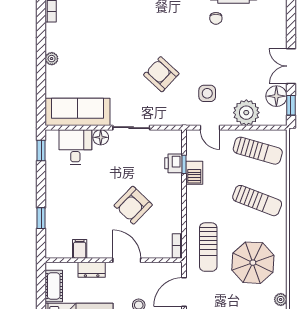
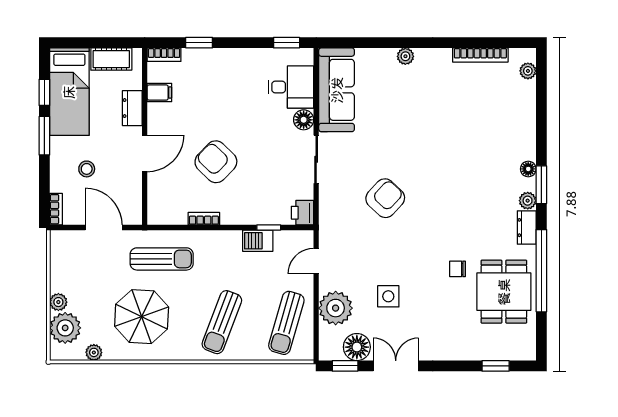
side table: (207, 93) -> (388, 296), moved
printer: (173, 163) -> (302, 213), moved, turned -90
bookcase: (50, 245) -> (164, 55), added
bookcase: (177, 246) -> (204, 219), moved
sun lounger: (208, 247) -> (162, 259), turned 180

